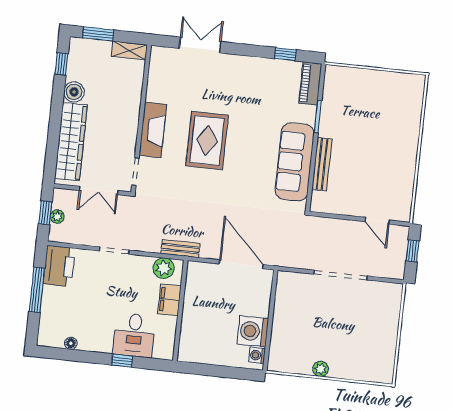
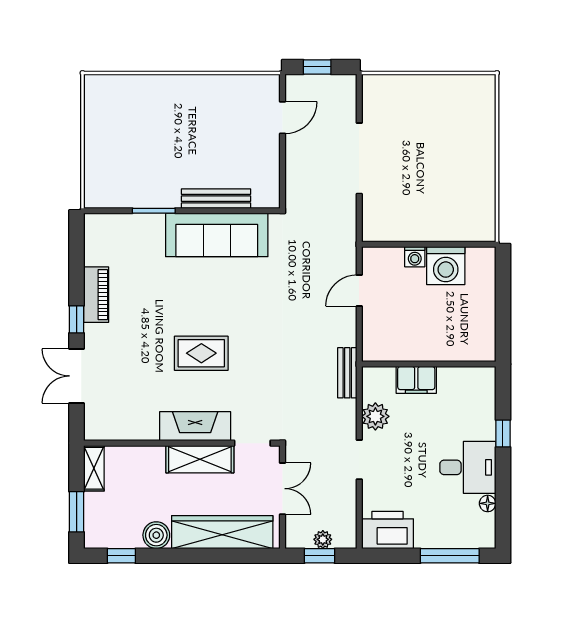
window: (285, 54) -> (77, 319), moved
piano: (310, 83) -> (96, 295), moved, turned -90
shelving: (128, 131) -> (200, 459), added
rug: (207, 141) -> (201, 353), width x0.73, depth x0.70
door: (241, 264) -> (359, 291), width x0.53
plant: (164, 268) -> (375, 416), moved
window: (37, 290) -> (450, 556), moved
desk: (134, 335) -> (468, 467), moved
washing machine: (257, 355) -> (415, 257), moved
plant: (321, 369) -> (486, 171), removed

